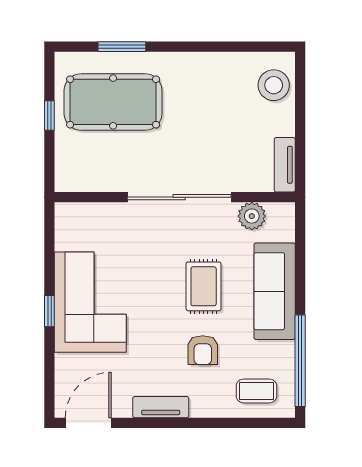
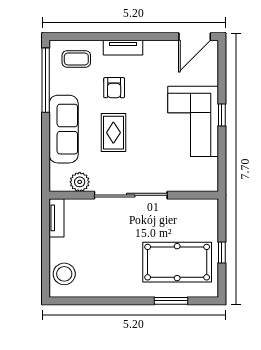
armchair: (203, 350) -> (114, 88), turned 180
tv unit: (161, 407) -> (123, 48), moved

